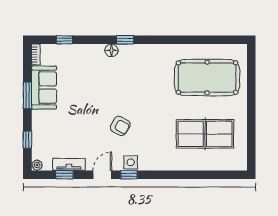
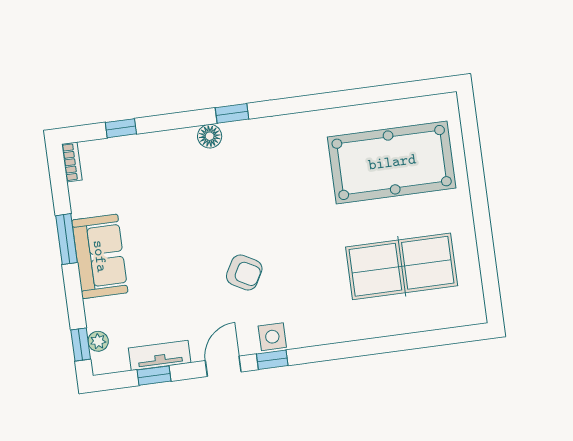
sofa: (44, 88) -> (100, 256), moved
window: (27, 140) -> (81, 345), moved
plant: (37, 165) -> (98, 341), moved

